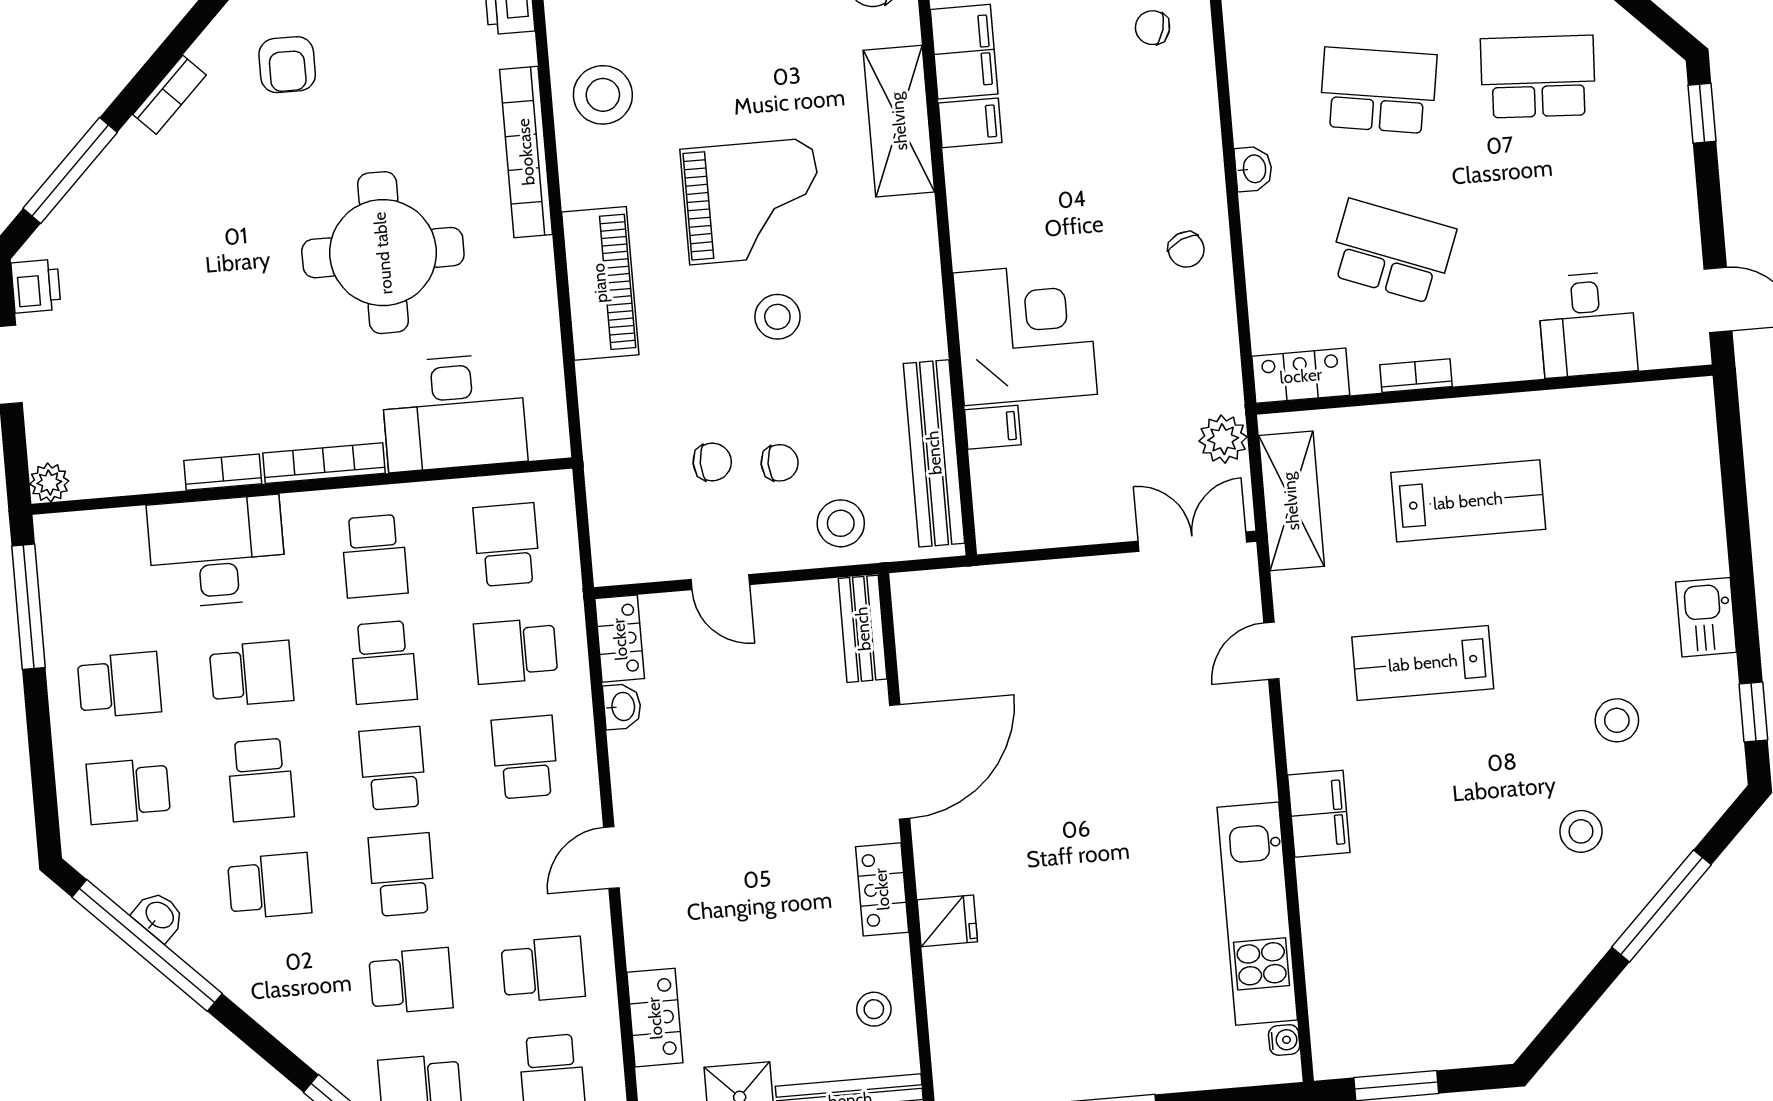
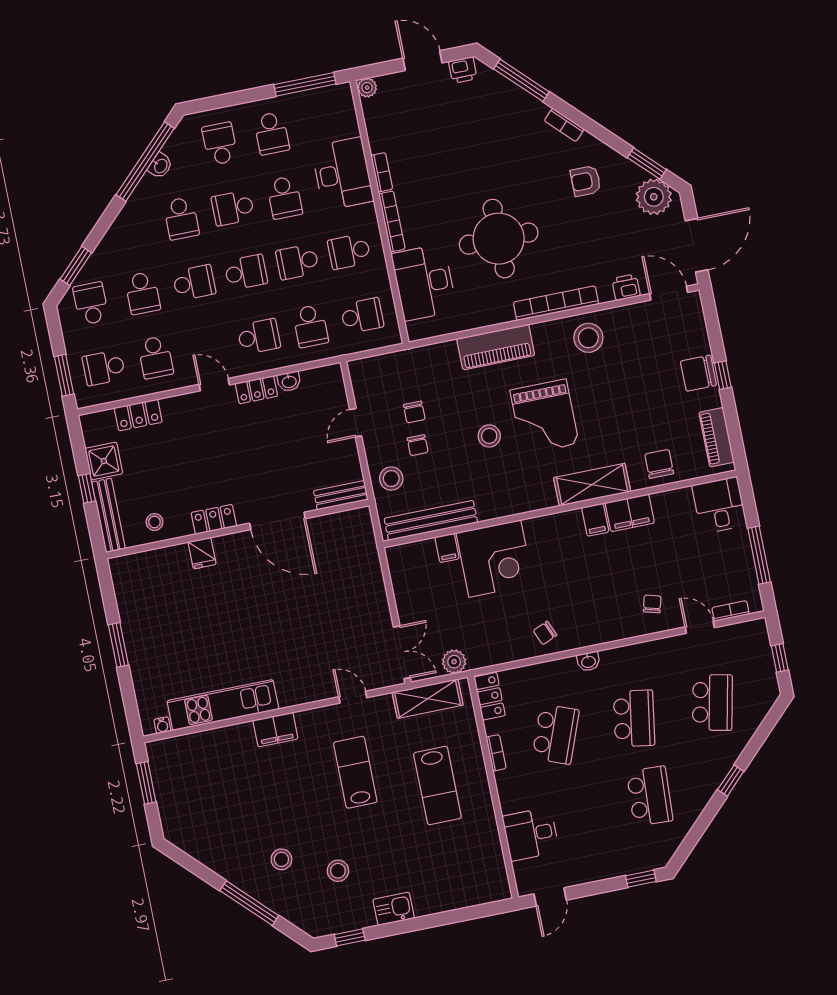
locker: (620, 639) -> (256, 390), moved
school desk: (516, 651) -> (310, 326), turned 180

